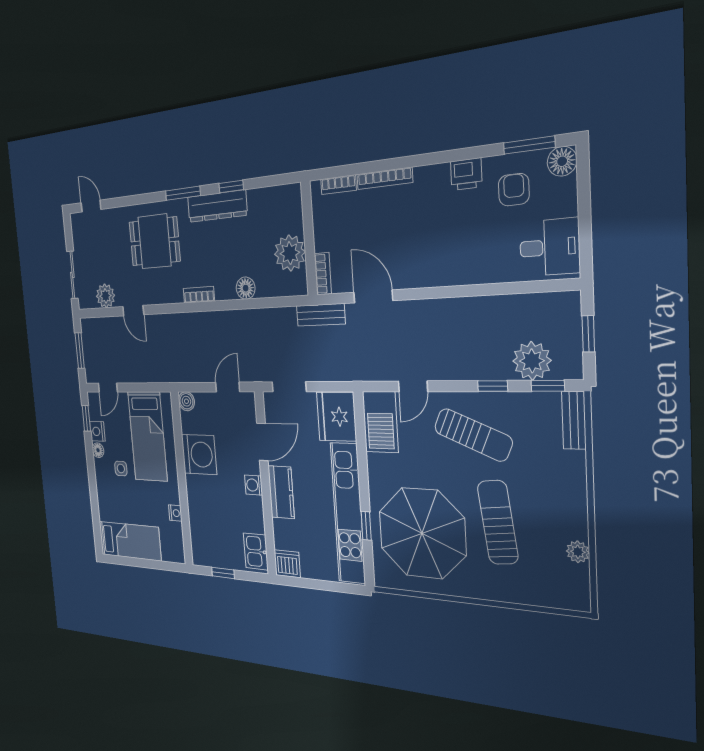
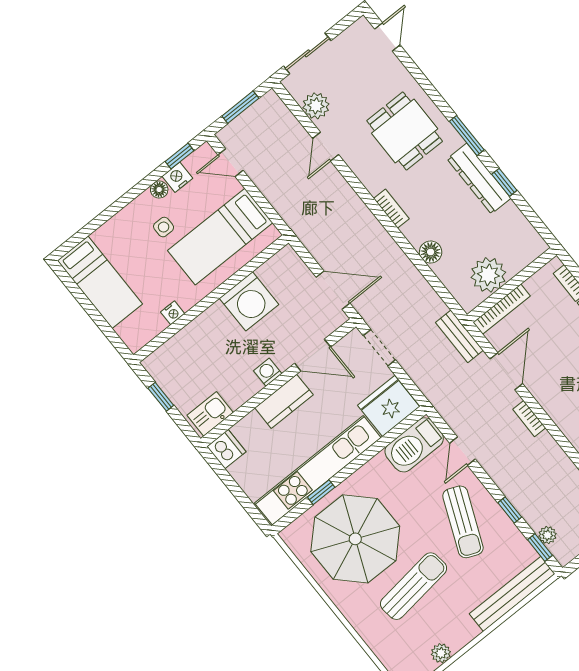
bookcase: (323, 274) -> (502, 309), width x1.56
bookcase: (425, 306) -> (529, 419), added
plant: (532, 361) -> (547, 535), width x0.53, depth x0.53
door: (413, 386) -> (462, 451), hinge flipped
door: (228, 387) -> (333, 290), width x1.38
boiler: (186, 401) -> (287, 257), removed
bench: (574, 420) -> (512, 594), width x1.86, depth x1.21

